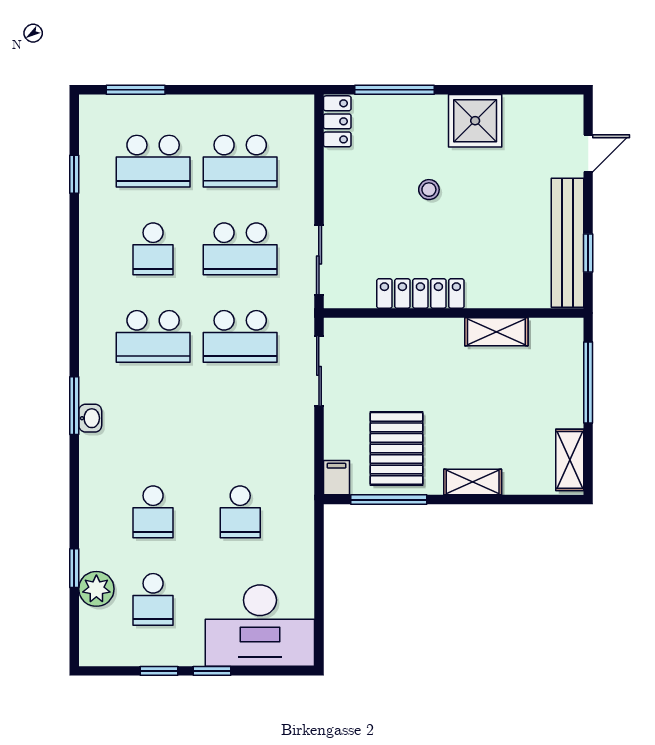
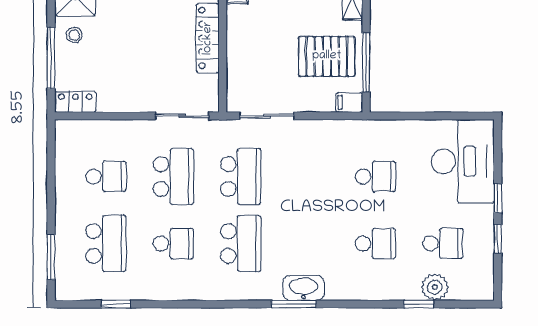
school desk: (240, 161) -> (106, 177), width x0.54
stool: (429, 190) -> (74, 35), moved
washbasin: (90, 418) -> (304, 288), width x1.91, depth x1.45

